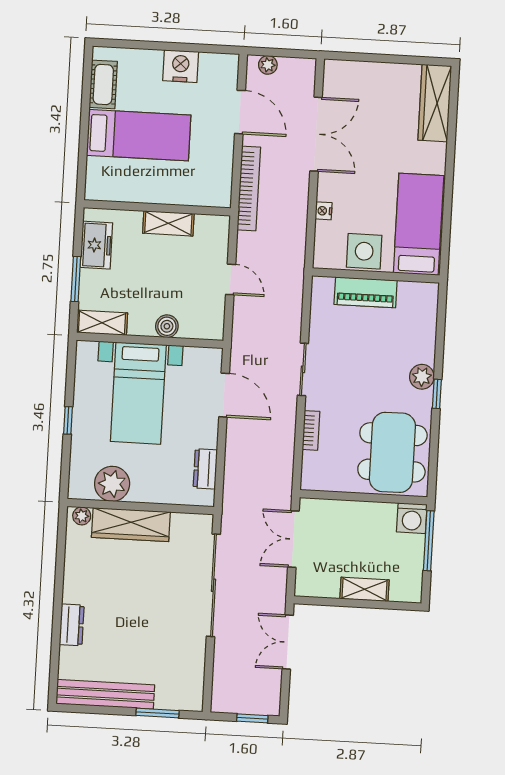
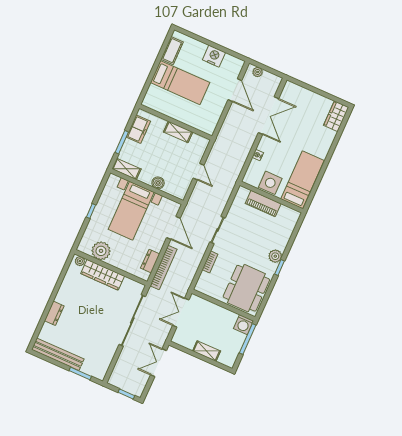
wardrobe: (435, 103) -> (336, 116), width x0.67
bookcase: (249, 188) -> (163, 268), moved

